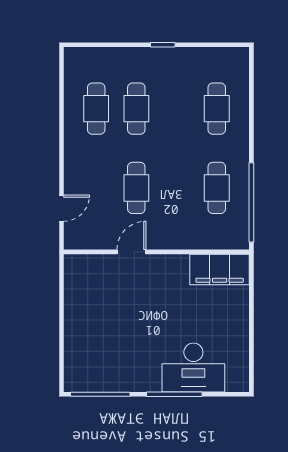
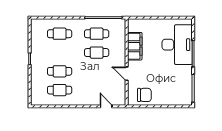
cafe table: (136, 188) -> (97, 53), moved
filing cabinet: (220, 269) -> (135, 46), moved
chair: (86, 290) -> (144, 95), added
desk: (193, 368) -> (177, 45), width x1.36, depth x1.30

